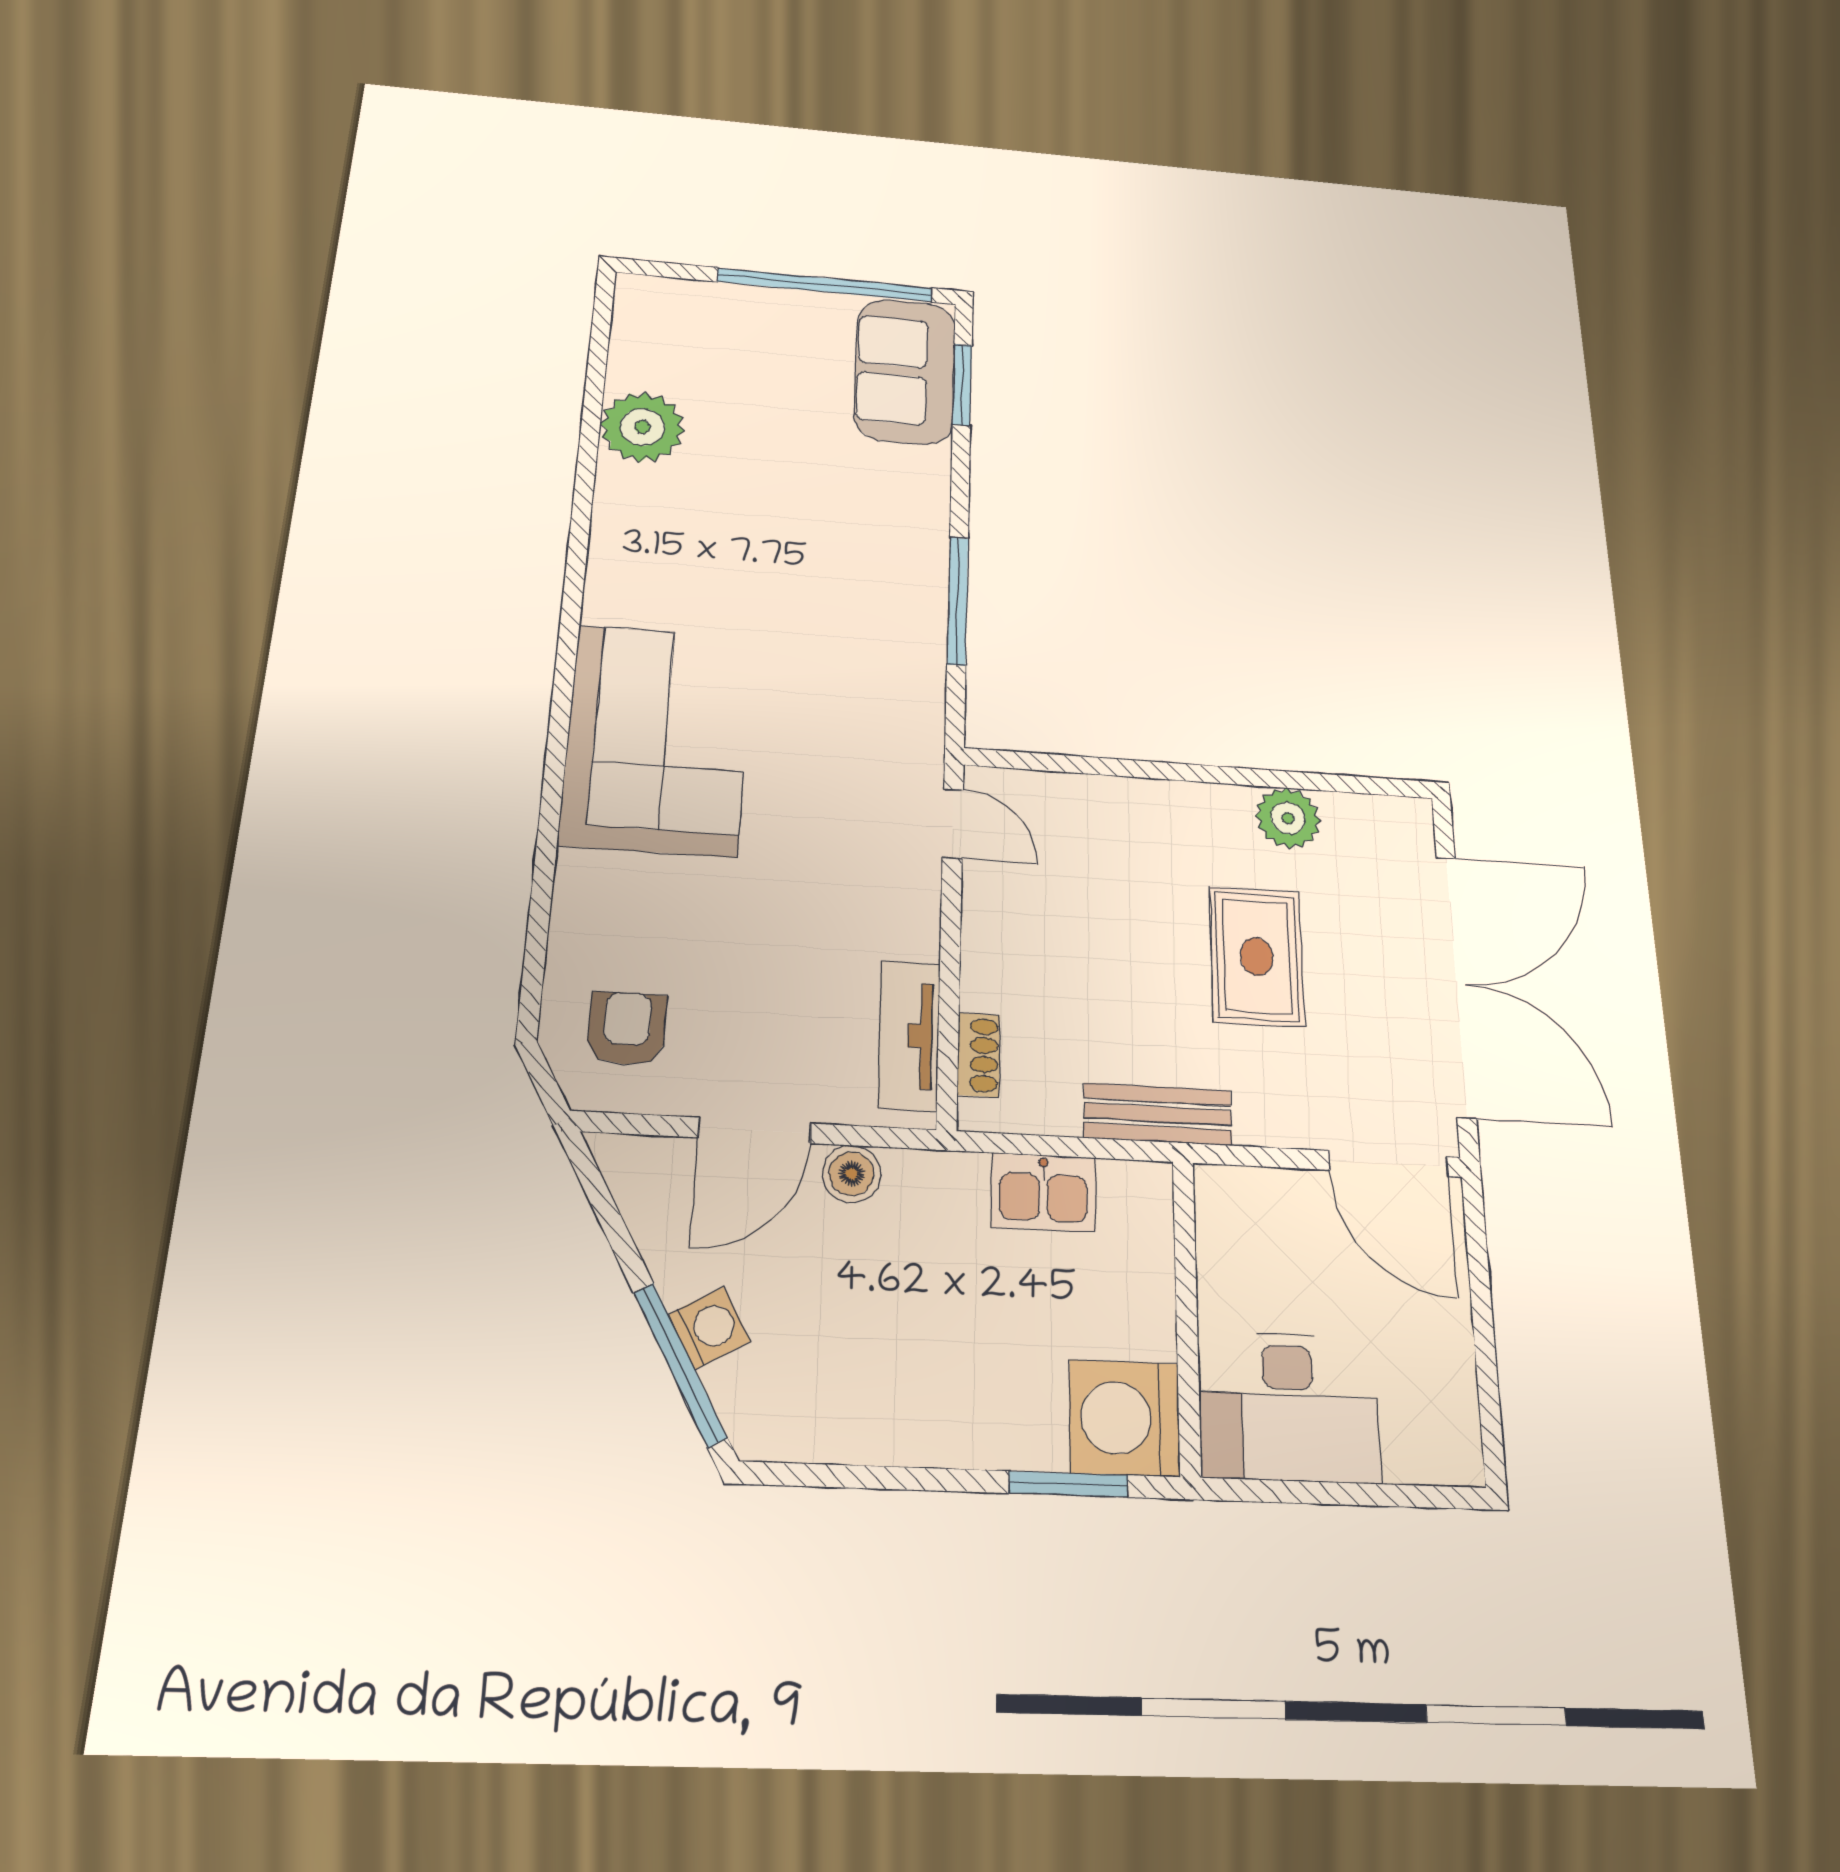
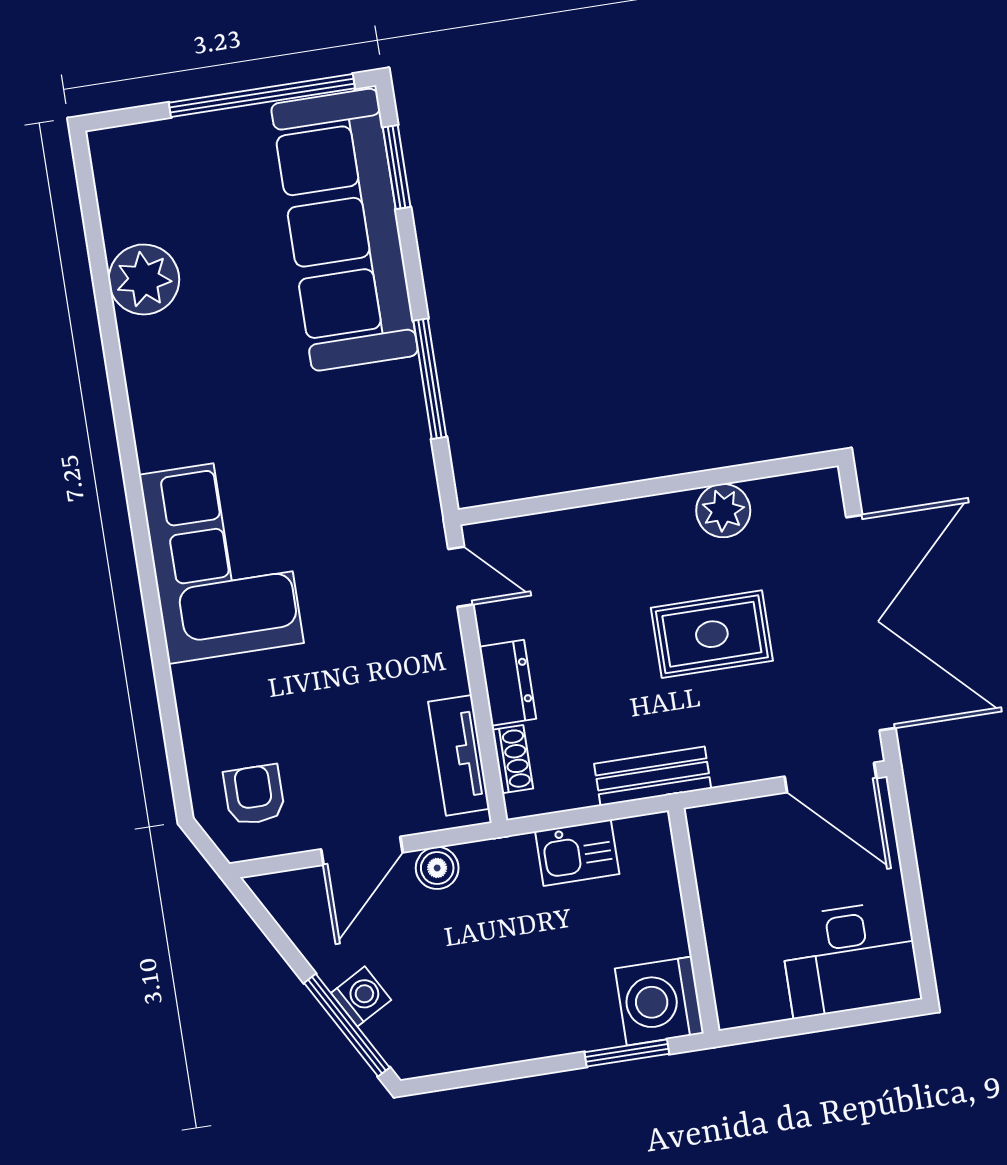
sofa: (905, 371) -> (345, 230), width x1.85, depth x1.27
rug: (1257, 957) -> (712, 634), turned 90
dresser: (989, 960) -> (508, 683), added
desk: (1289, 1407) -> (850, 959), moved

